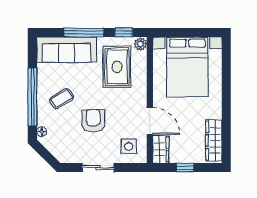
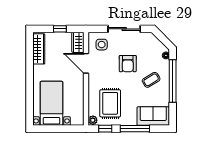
sofa: (67, 50) -> (153, 116), width x0.73
bed with nightstands: (187, 67) -> (52, 103), width x0.73
sliding door: (98, 168) -> (124, 29), width x1.37

